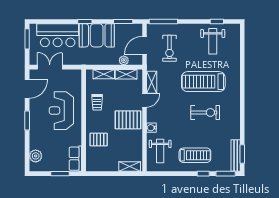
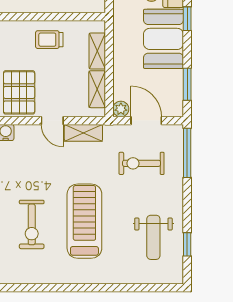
weight bench: (213, 41) -> (153, 237), turned -90
plant: (124, 60) -> (121, 109), moved

